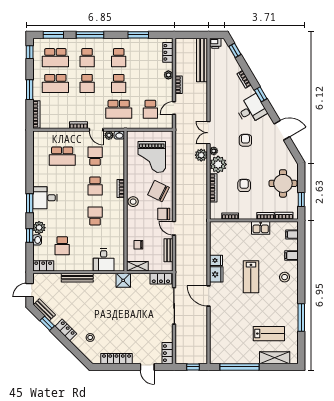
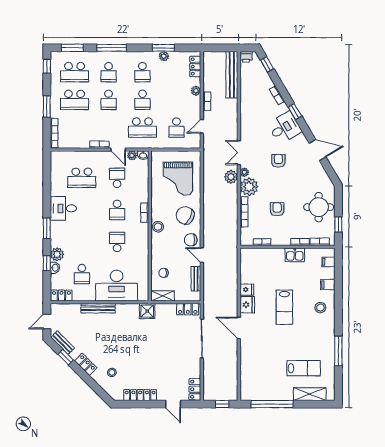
plant: (139, 43) -> (164, 56), added
desk: (45, 198) -> (63, 208), moved
desk: (104, 260) -> (117, 286), width x1.87, depth x1.30

